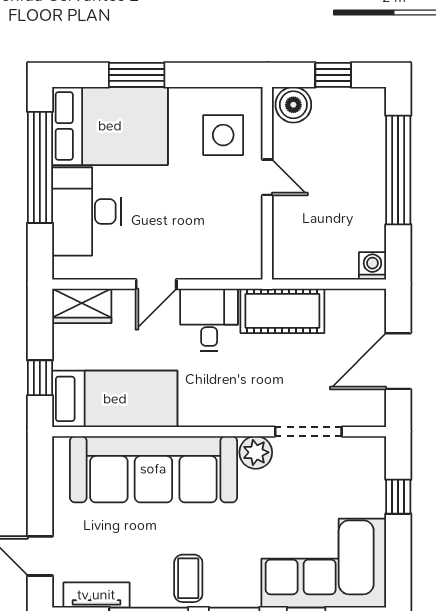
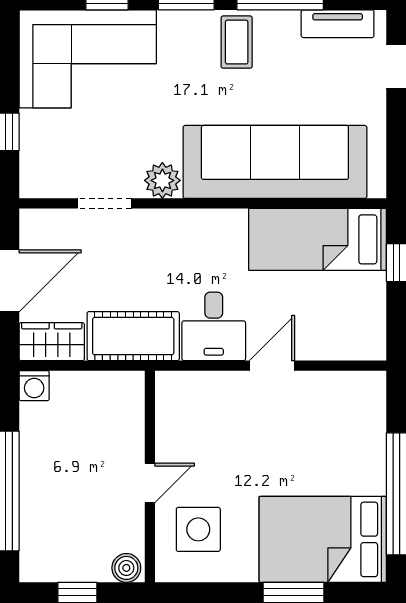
boiler: (293, 105) -> (126, 568), width x0.73, depth x0.73
door: (267, 177) -> (150, 483), swing flipped
desk: (87, 211) -> (348, 445), removed
wardrobe: (82, 306) -> (52, 342), moved
doorway: (308, 432) -> (105, 203), width x0.73

